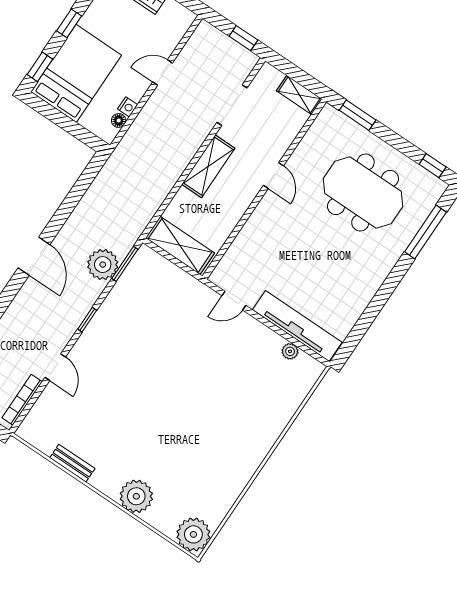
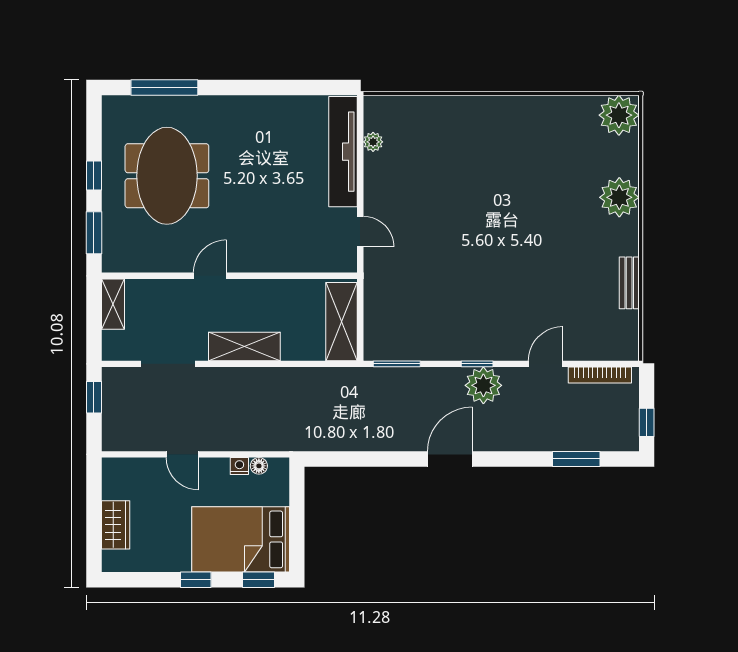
window: (433, 166) -> (94, 175), moved
plant: (103, 265) -> (483, 385), moved

